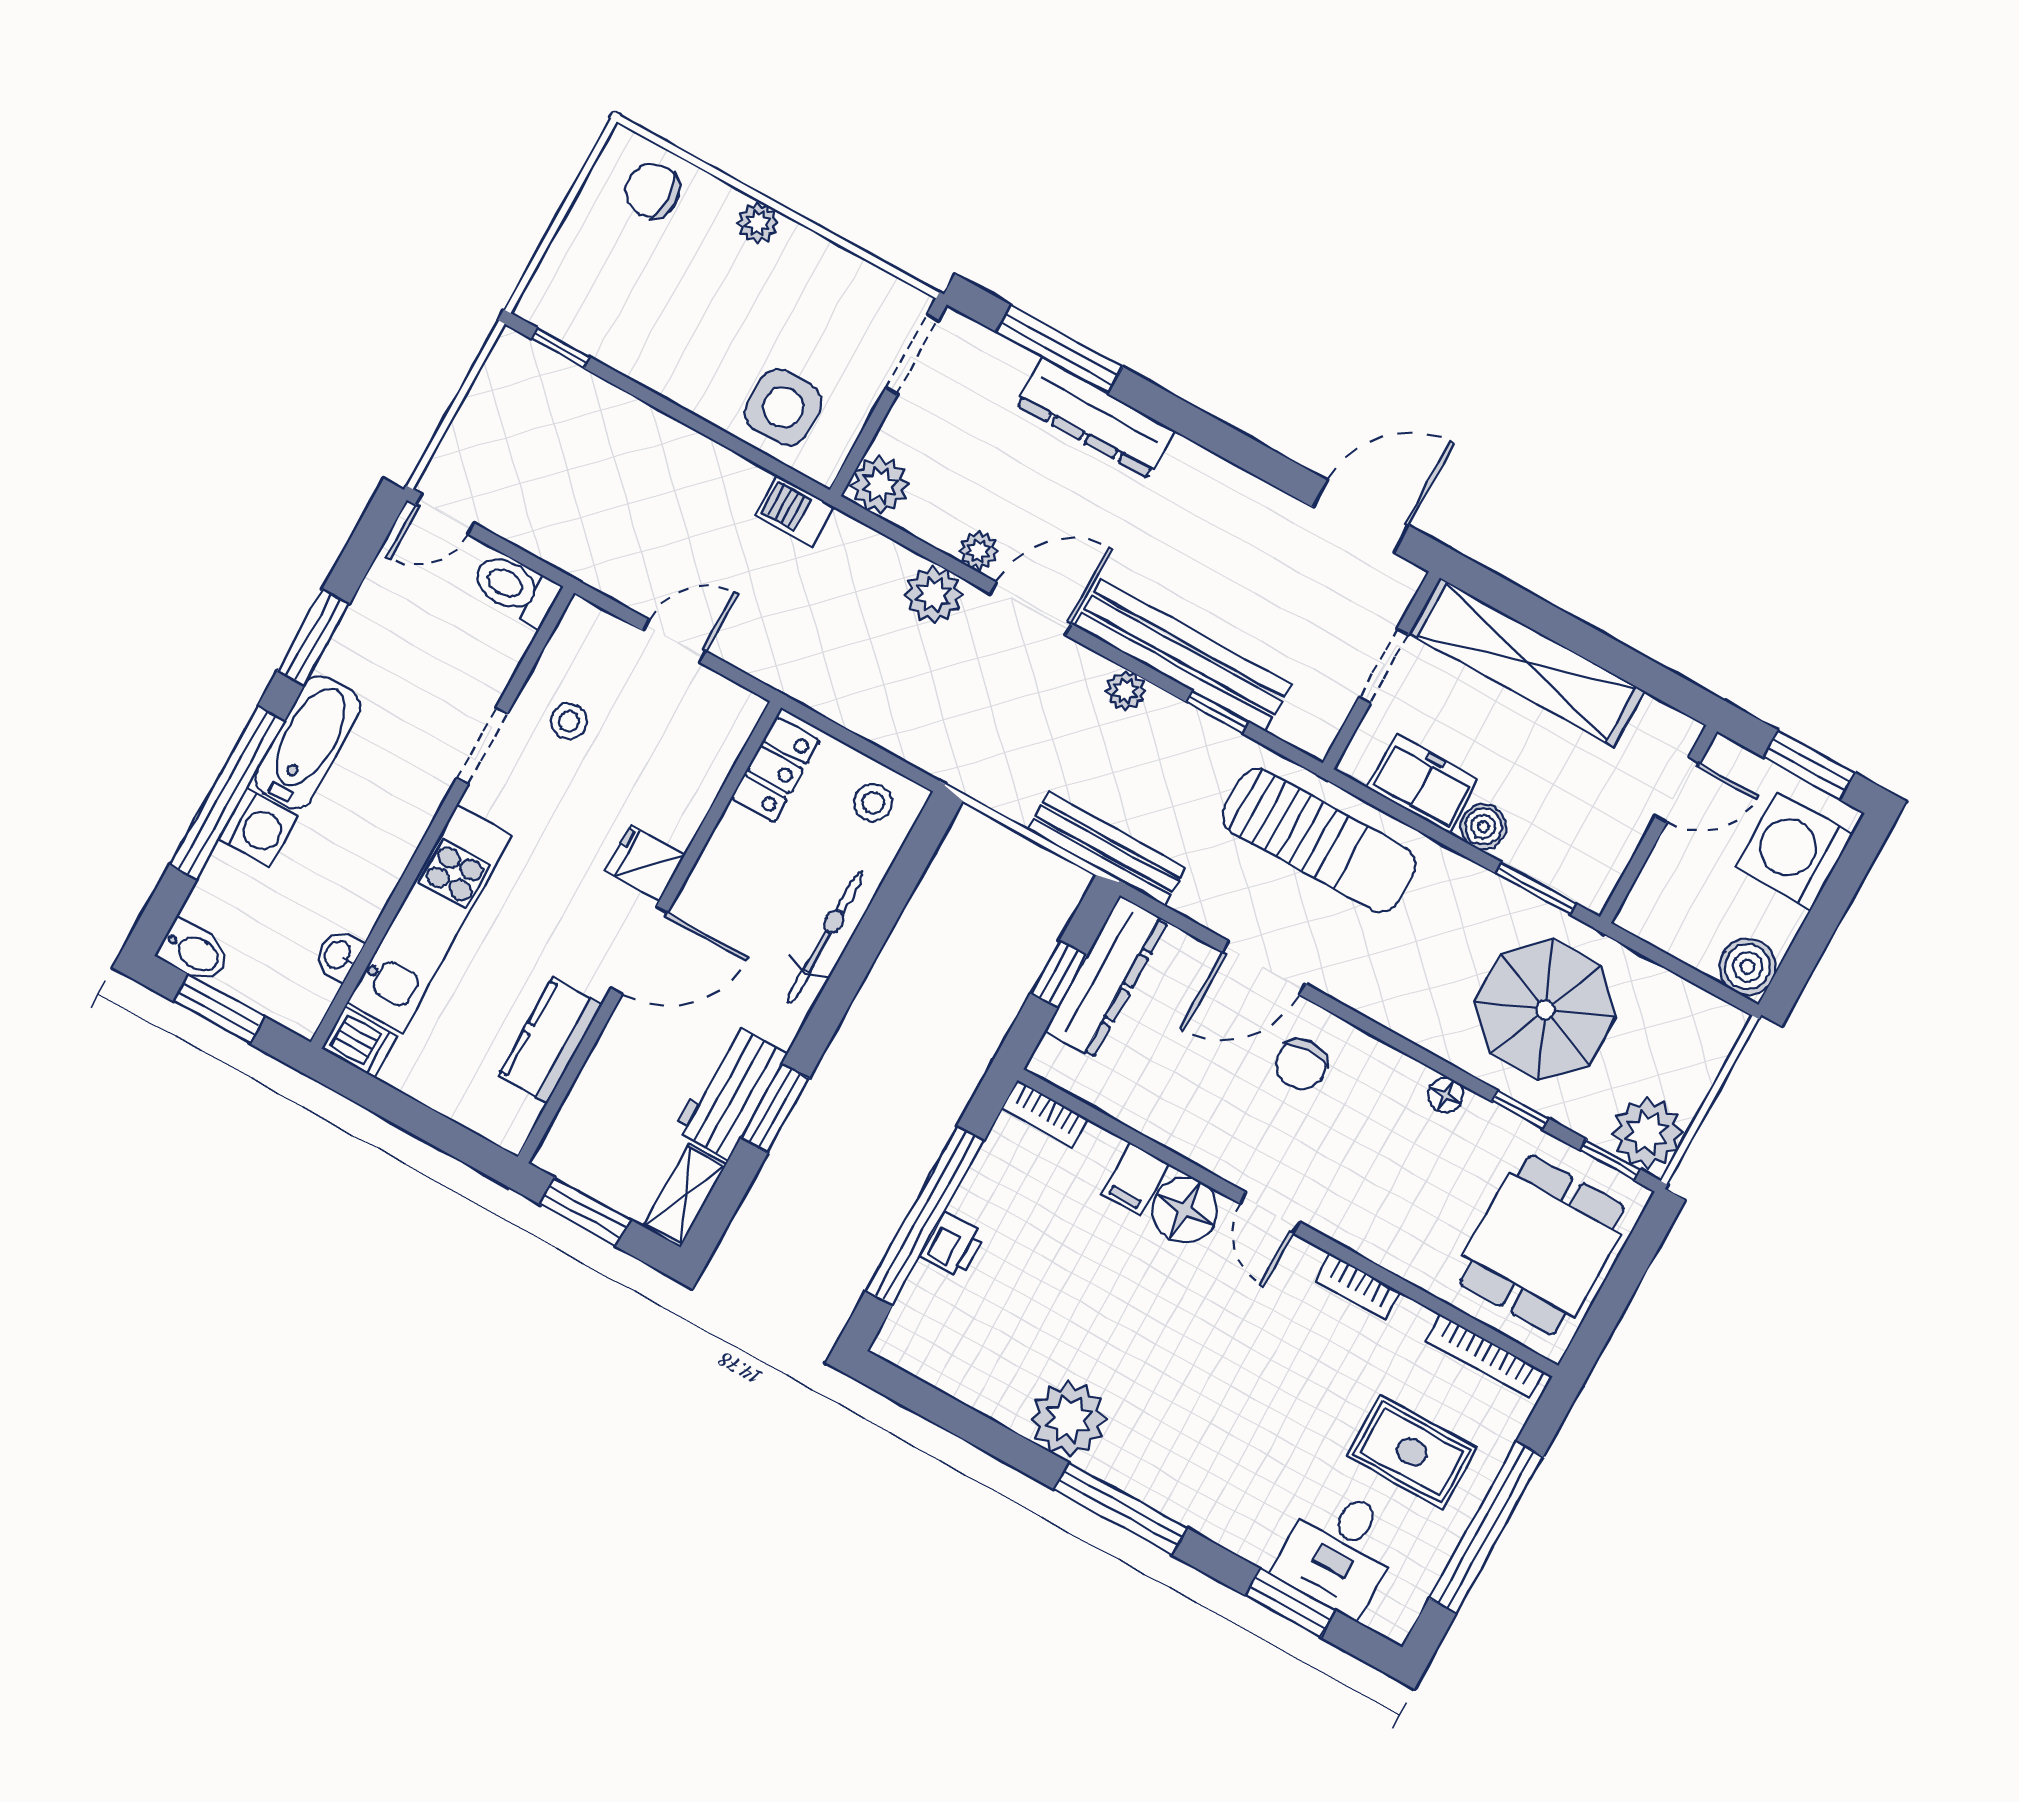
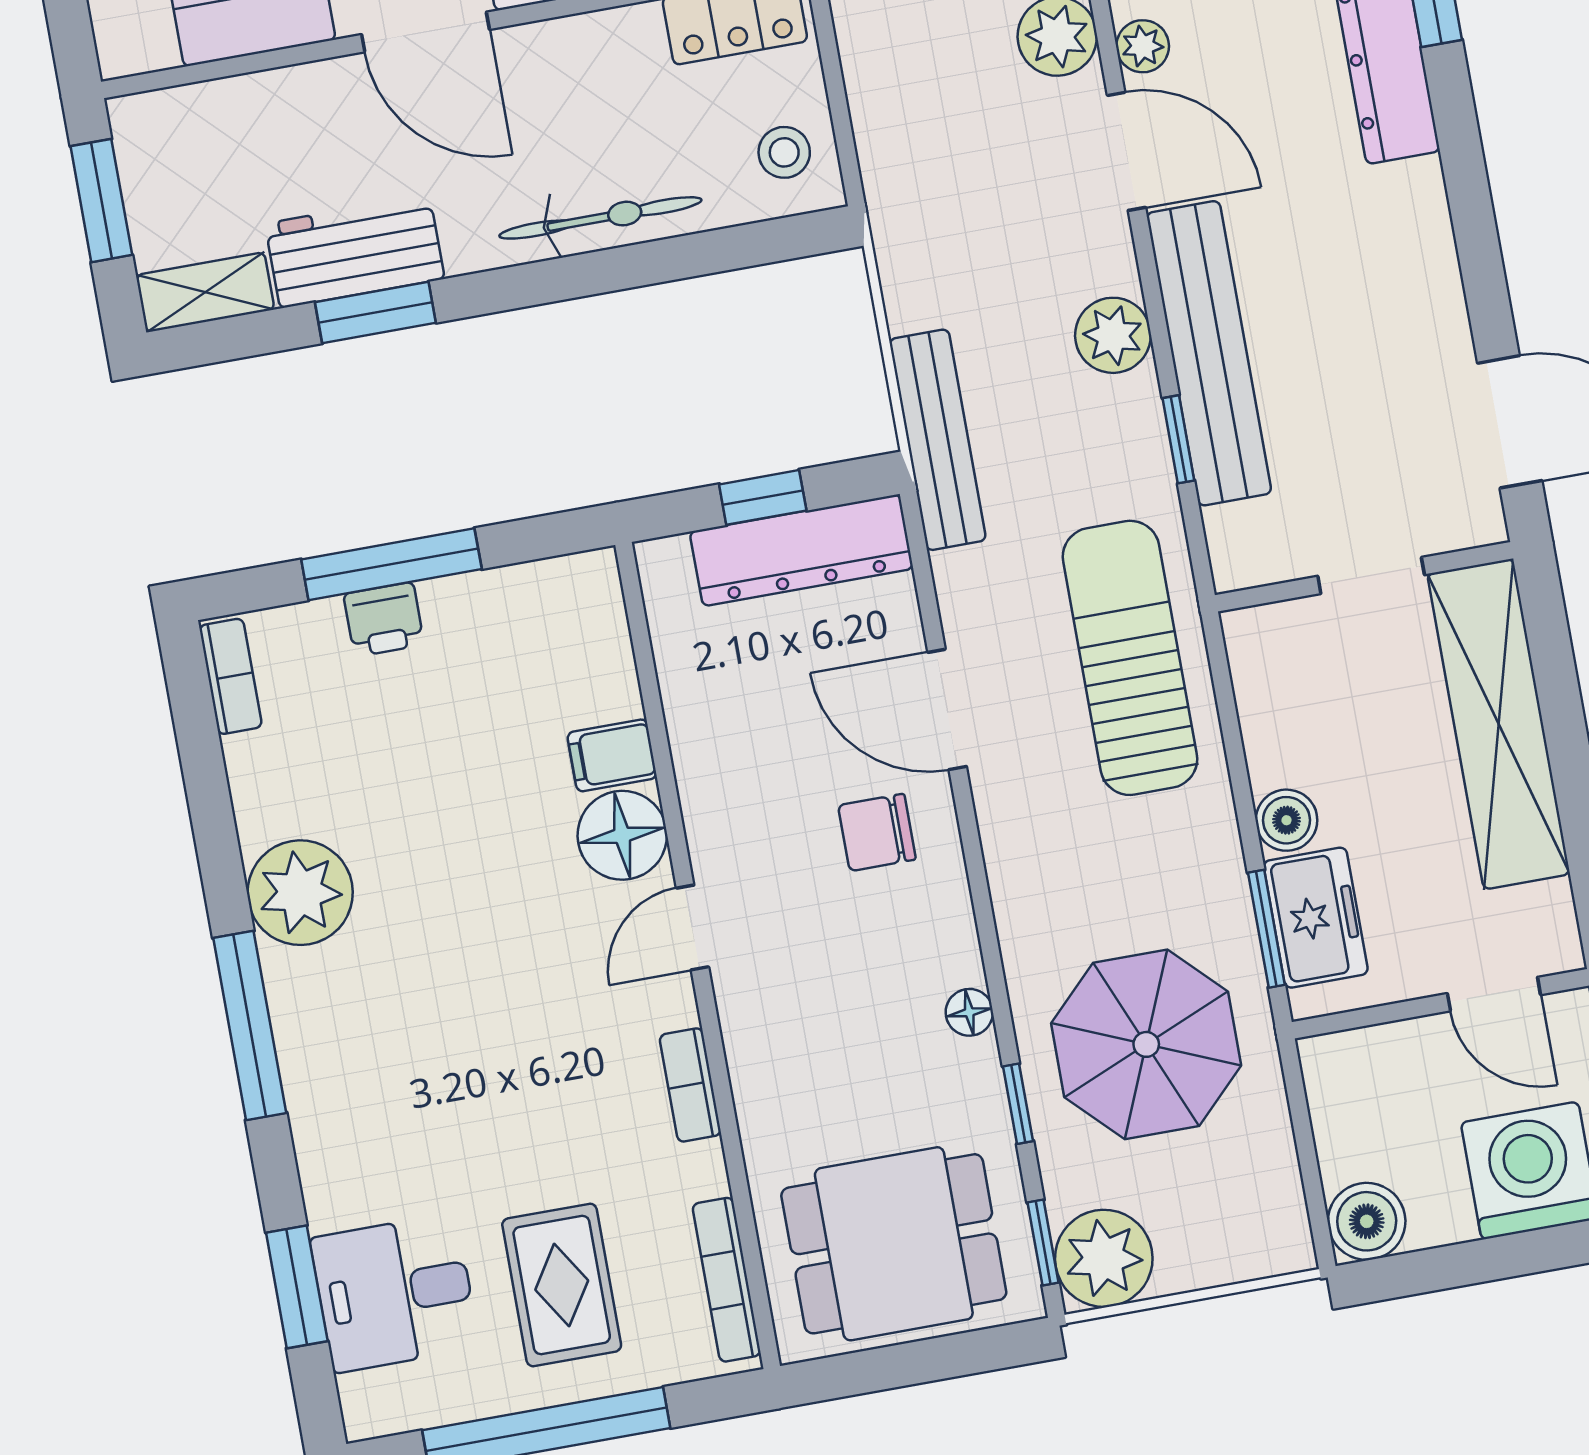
plant: (1126, 691) -> (1113, 335), width x1.38, depth x1.38
freezer: (1423, 784) -> (1316, 918), moved
sun lounger: (1319, 840) -> (1130, 658), turned 180
bookcase: (1045, 1114) -> (231, 676), moved, turned 180
window: (925, 1216) -> (391, 564), width x0.68

